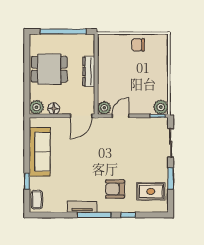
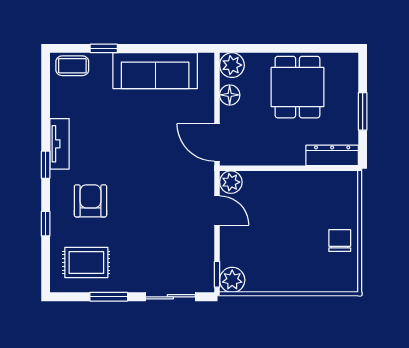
window: (63, 32) -> (363, 111), width x0.47
dresser: (89, 71) -> (332, 155), moved
rug: (151, 191) -> (86, 263), turned 90
window: (94, 215) -> (46, 165), width x0.46

